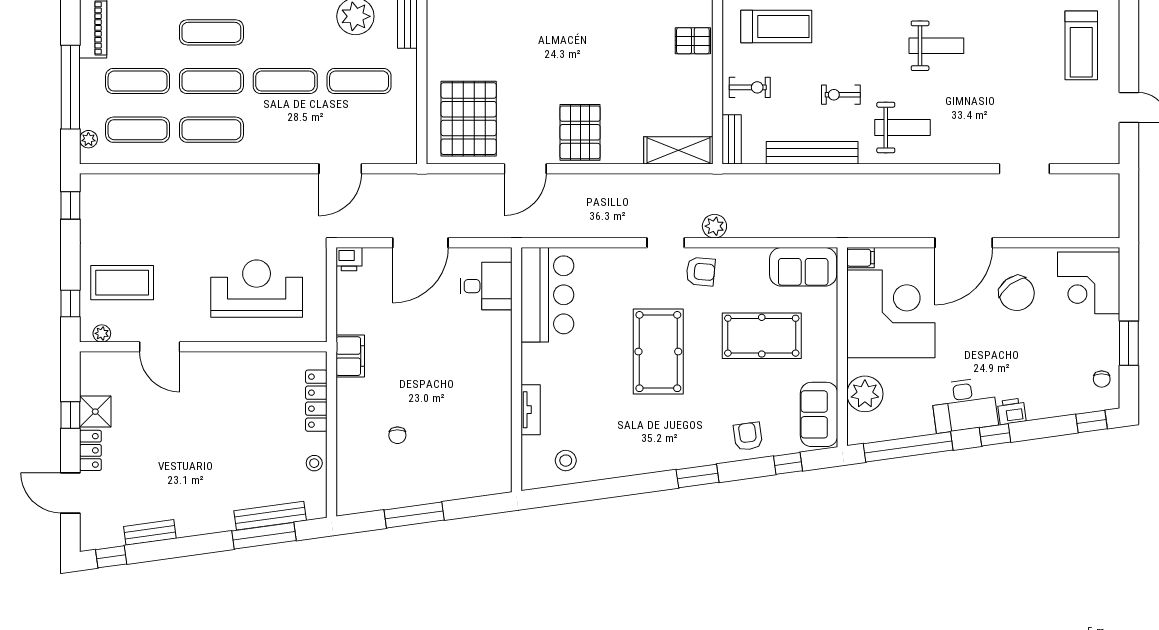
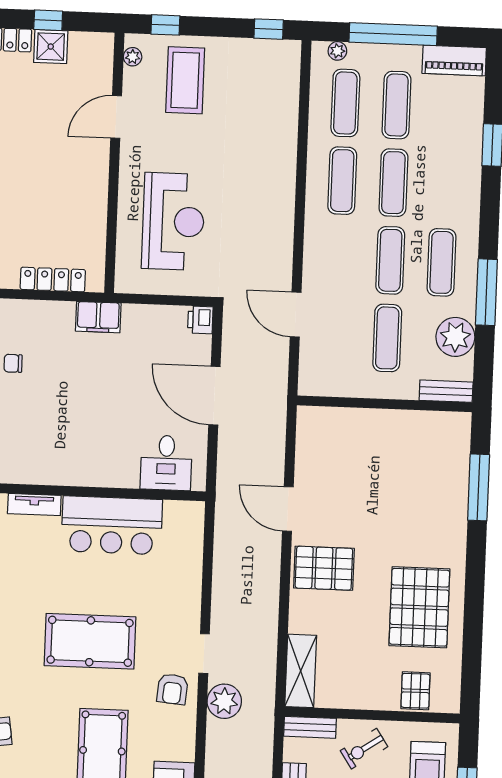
exercise mat: (211, 32) -> (441, 262), moved
exercise bike: (750, 87) -> (364, 749), turned 56
pallet: (469, 119) -> (419, 607), moved, turned 90
plant: (714, 226) -> (224, 701), width x1.36, depth x1.36
bar counter: (547, 295) -> (112, 525), moved

